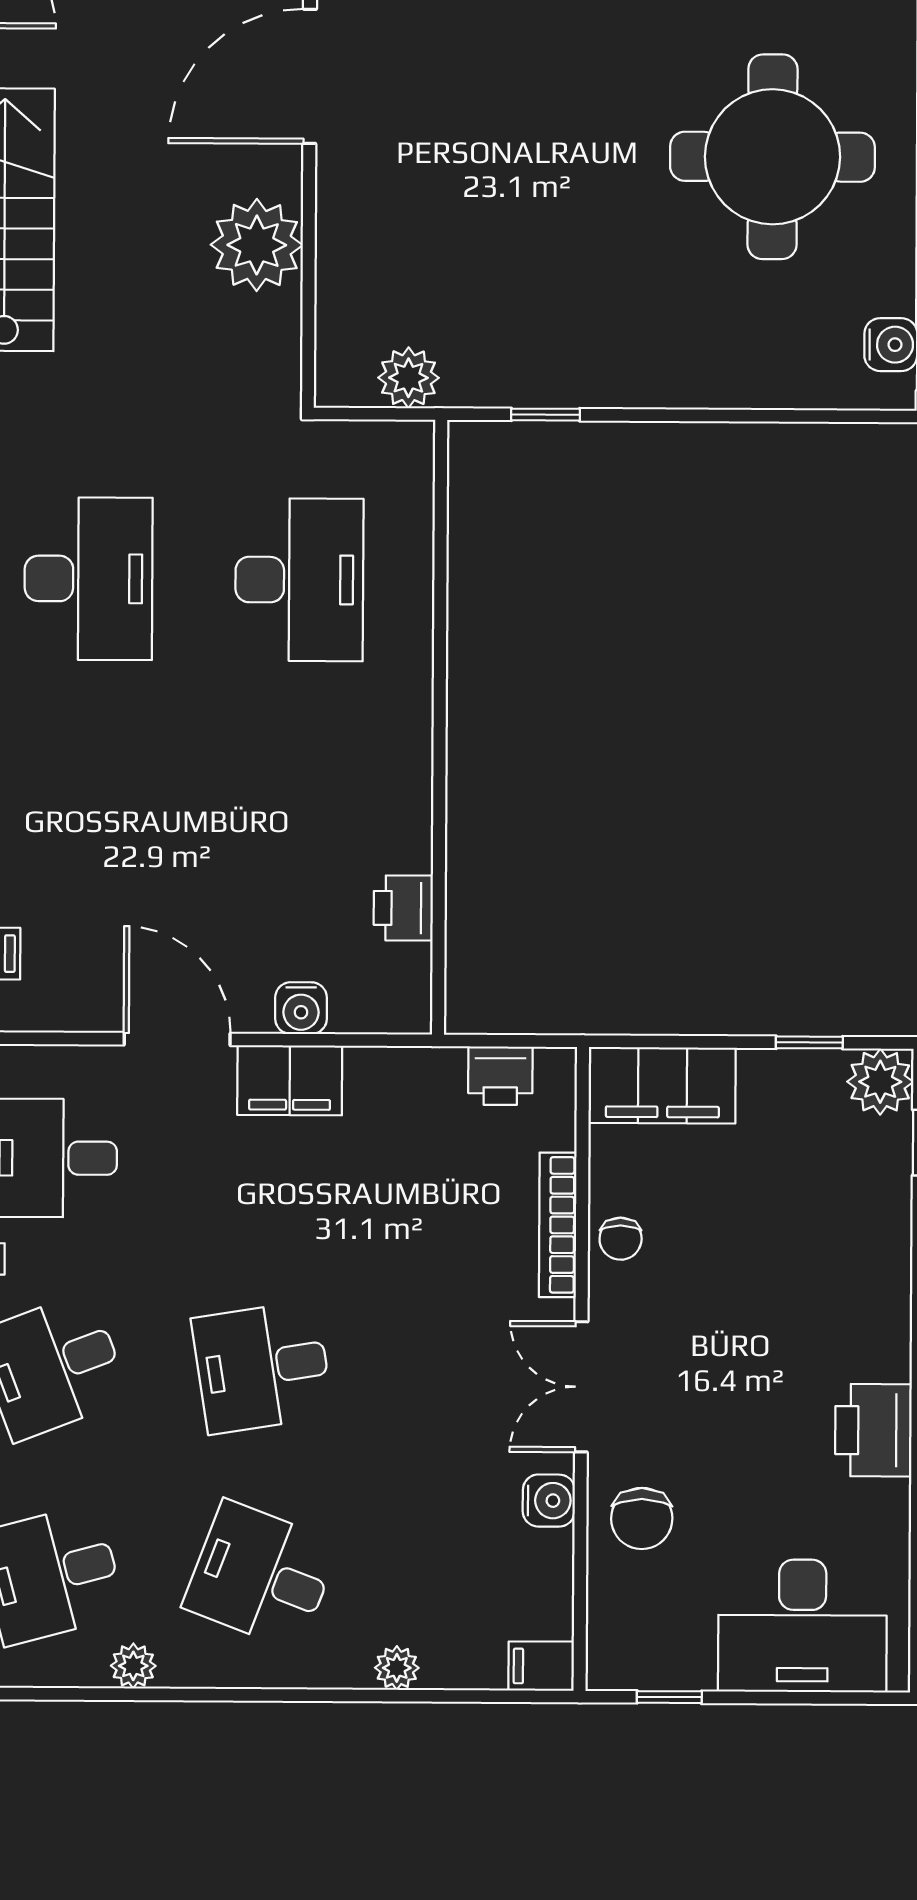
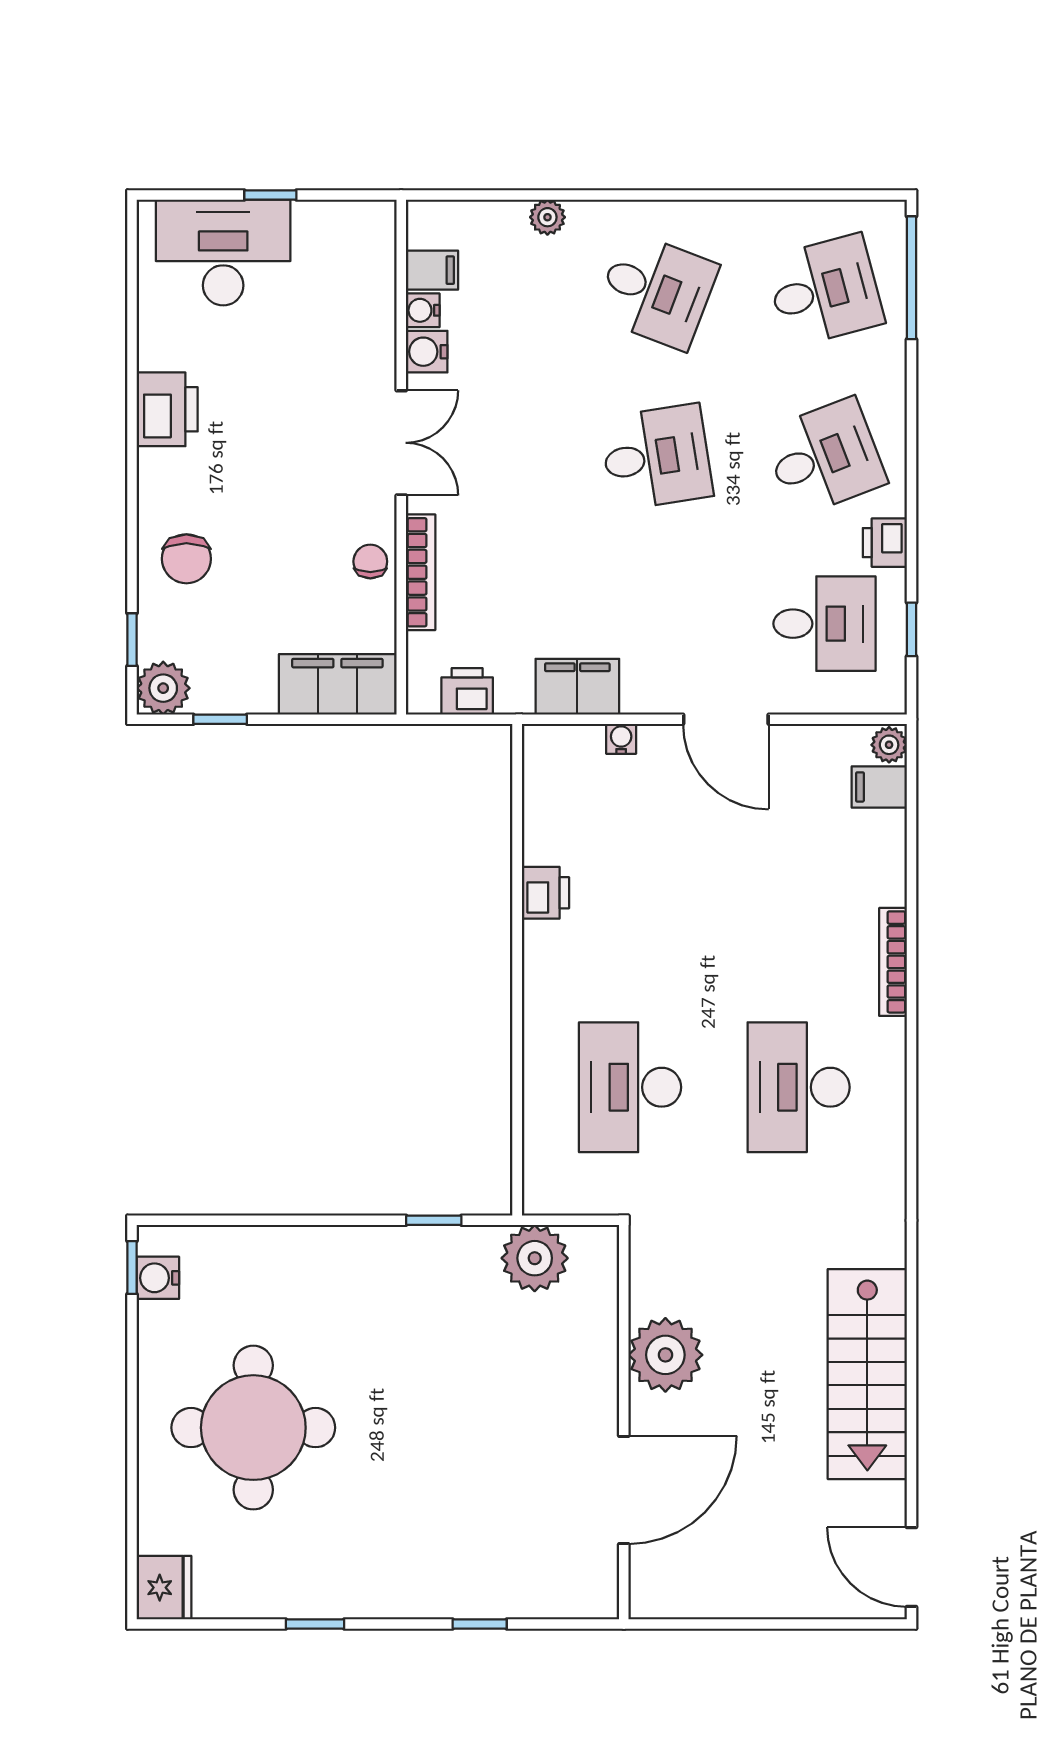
plant: (408, 378) -> (535, 1258), width x1.36, depth x1.36
printer: (403, 908) -> (545, 893), moved
water cooler: (301, 1008) -> (621, 739), width x0.72, depth x0.72
filing cabinet: (290, 1080) -> (577, 687), moved
chair: (642, 1518) -> (186, 559), moved, turned 180
water cooler: (553, 1552) -> (423, 310), added
plant: (133, 1666) -> (758, 218), removed
filing cabinet: (541, 1666) -> (432, 270), moved
window: (669, 1697) -> (270, 195), moved

